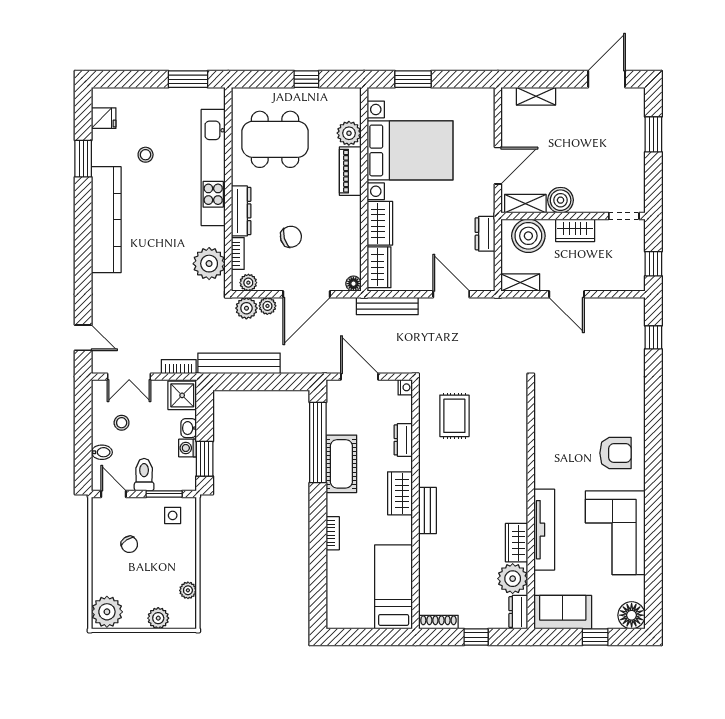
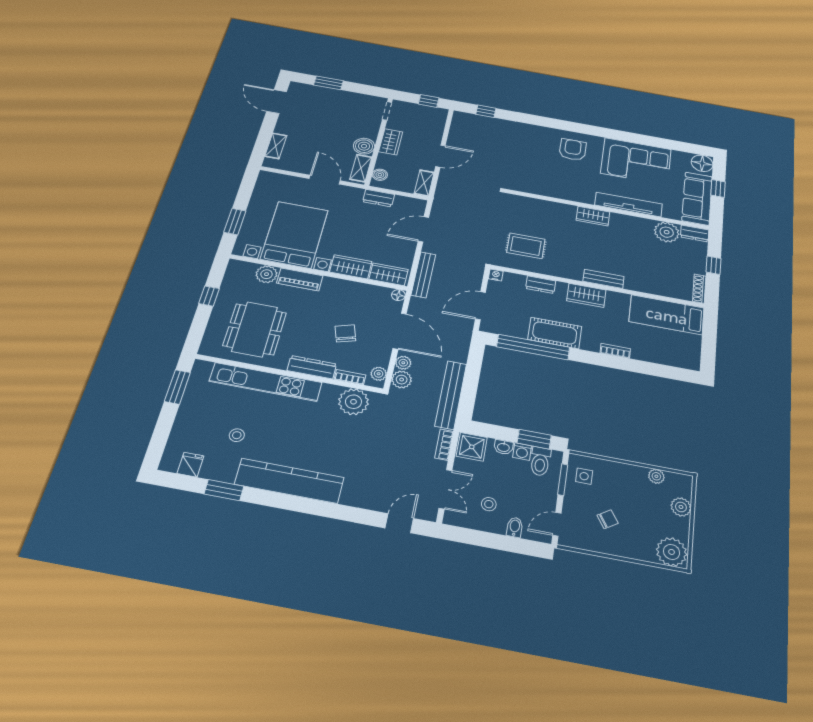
boiler: (528, 236) -> (380, 175), width x0.54, depth x0.54
toilet: (144, 475) -> (540, 461), moved, turned -90
wardrobe: (517, 543) -> (593, 216), moved
sofa: (563, 612) -> (697, 198), width x1.36

